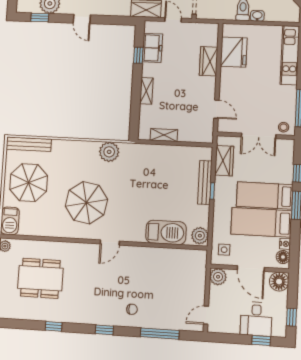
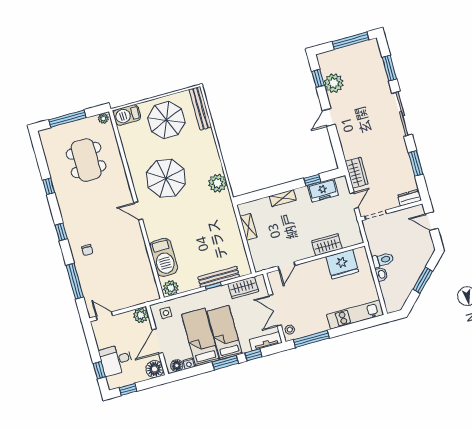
tv unit: (287, 156) -> (266, 341), added

